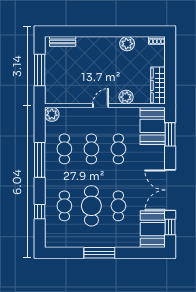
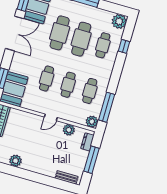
dresser: (50, 89) -> (87, 142), added
plant: (126, 97) -> (69, 130), moved
window: (40, 160) -> (107, 107), moved
cafe table: (118, 206) -> (60, 33), width x1.37, depth x1.35
plant: (54, 239) -> (119, 21), added

